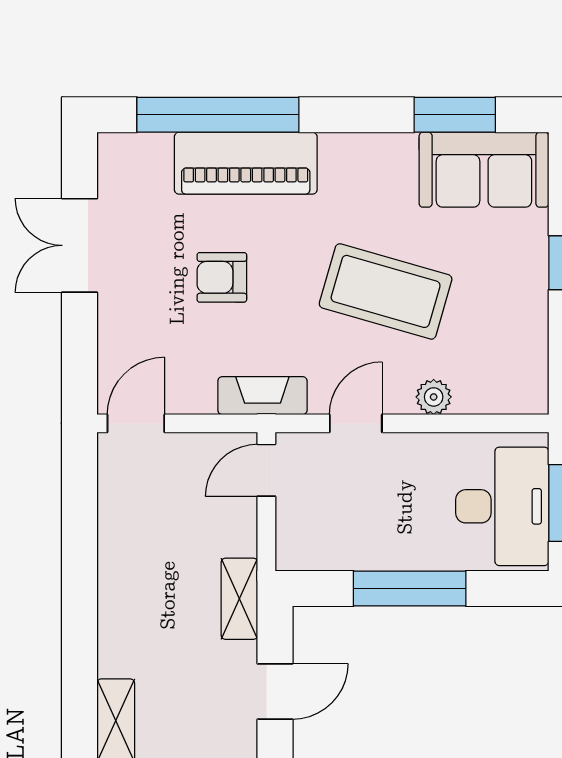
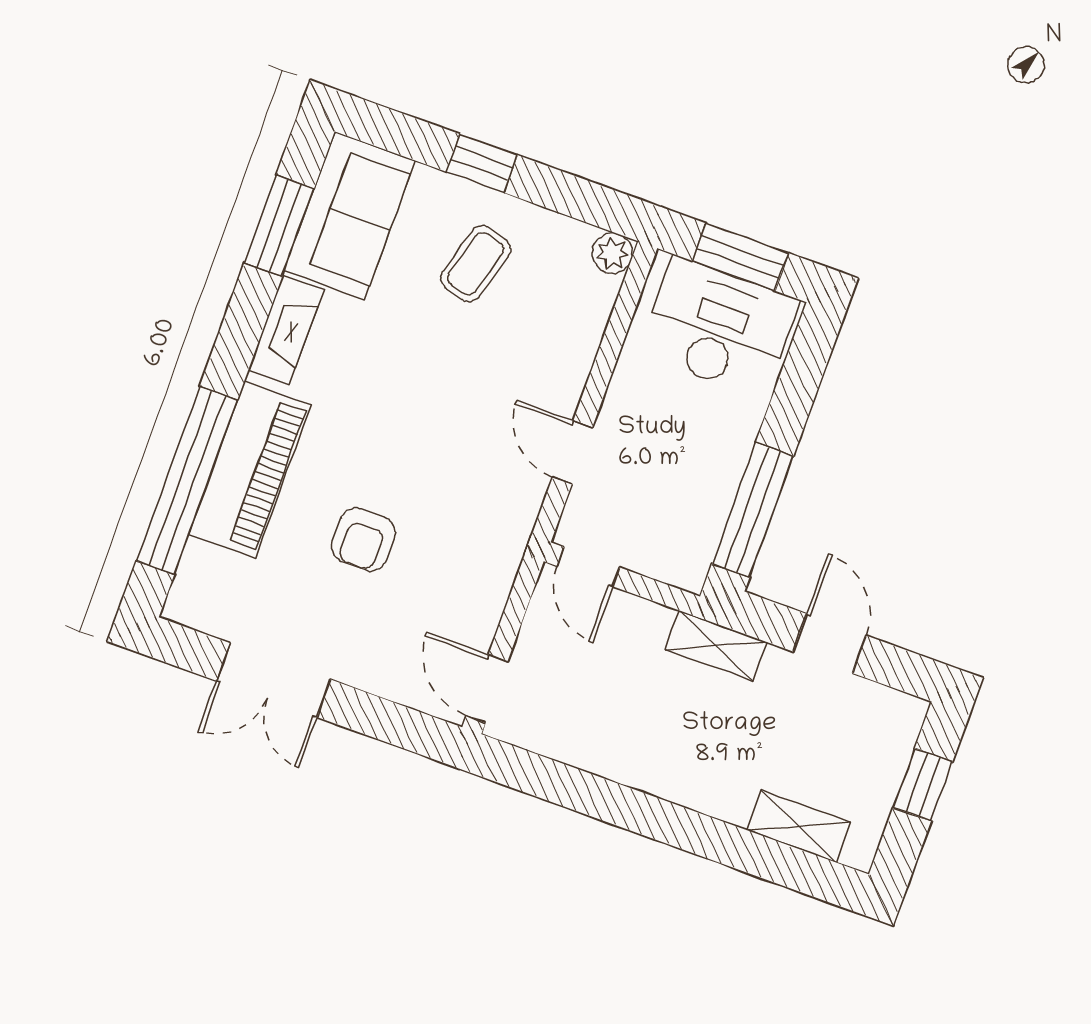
coffee table: (386, 291) -> (476, 264), moved, width x0.54, depth x0.58
fireplace: (262, 396) -> (286, 330), moved, turned 180
plant: (434, 397) -> (612, 253), moved
window: (410, 588) -> (753, 510), moved

